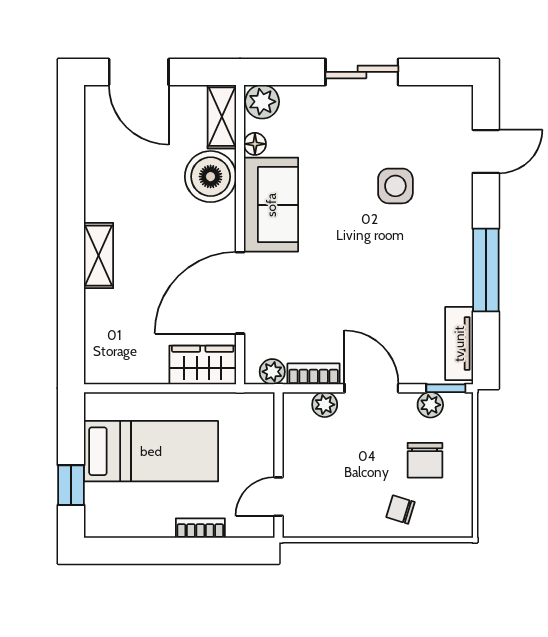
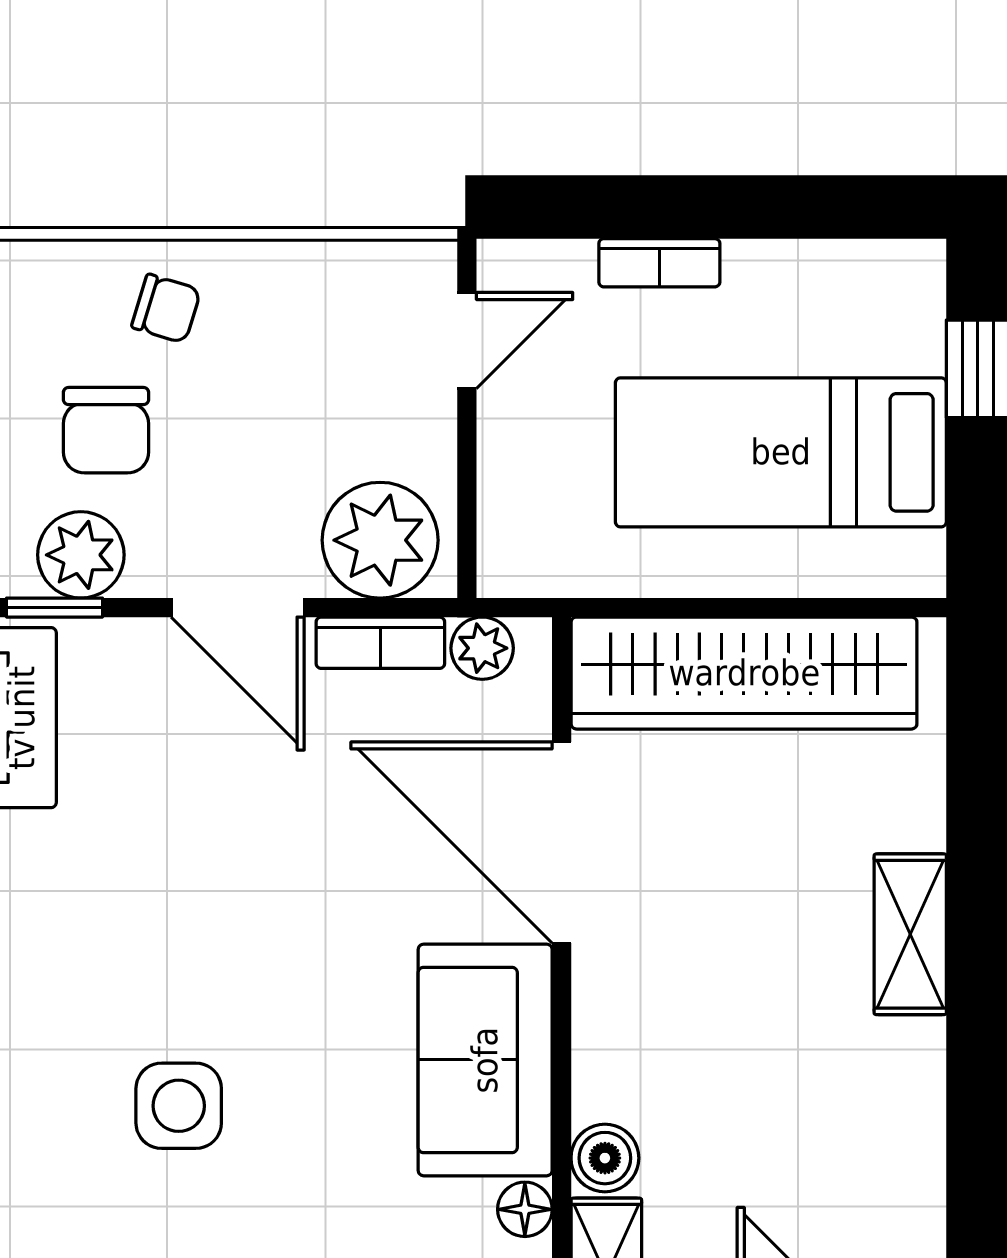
boiler: (211, 177) -> (605, 1158), width x0.54, depth x0.54
door: (240, 293) -> (562, 842), swing flipped
wardrobe: (203, 365) -> (744, 673), width x2.10, depth x1.17
plant: (325, 405) -> (380, 540), width x1.88, depth x1.88
plant: (430, 405) -> (81, 555), width x1.38, depth x1.38
chair: (425, 460) -> (106, 430), turned 180

